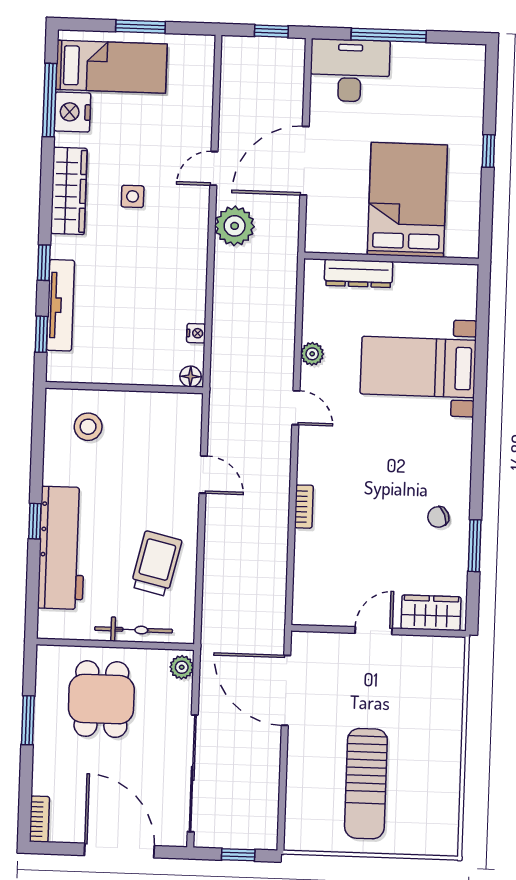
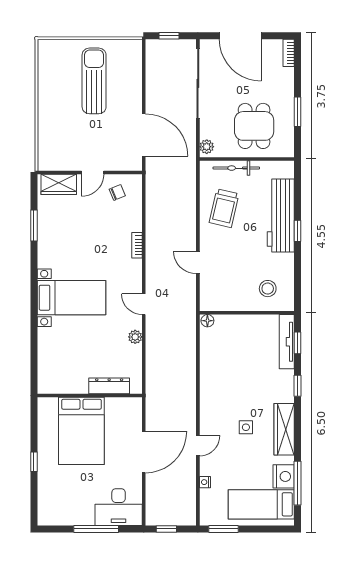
window: (141, 27) -> (224, 529), moved
plant: (235, 226) -> (184, 412), removed
tv unit: (60, 305) -> (287, 342), moved
nightstand: (196, 333) -> (205, 482), moved
bed with nightstands: (418, 367) -> (72, 298), moved
chair: (438, 517) -> (117, 192), moved

